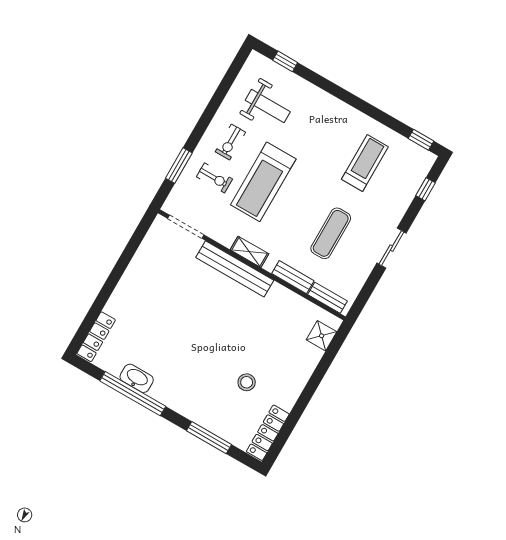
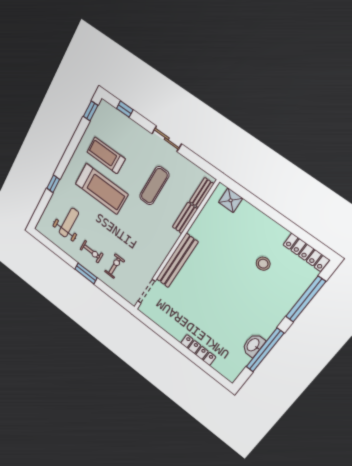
window: (285, 61) -> (53, 184), moved
window: (179, 166) -> (86, 273), moved
treadmill: (263, 182) -> (102, 189), moved
exercise mat: (331, 233) -> (154, 186), turned 90
shelving: (249, 252) -> (165, 248), removed
locker: (96, 337) -> (198, 350), moved
window: (209, 438) -> (305, 299), width x1.46

